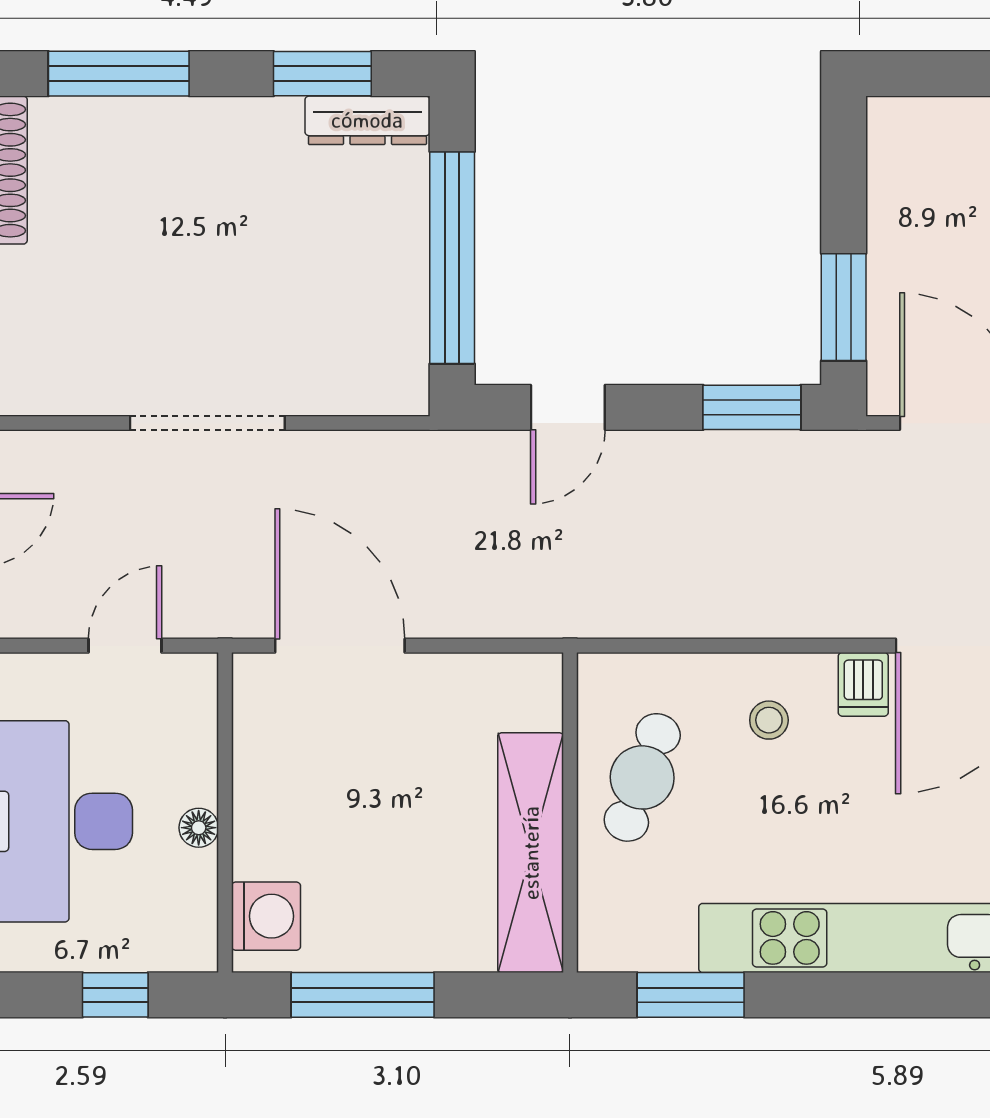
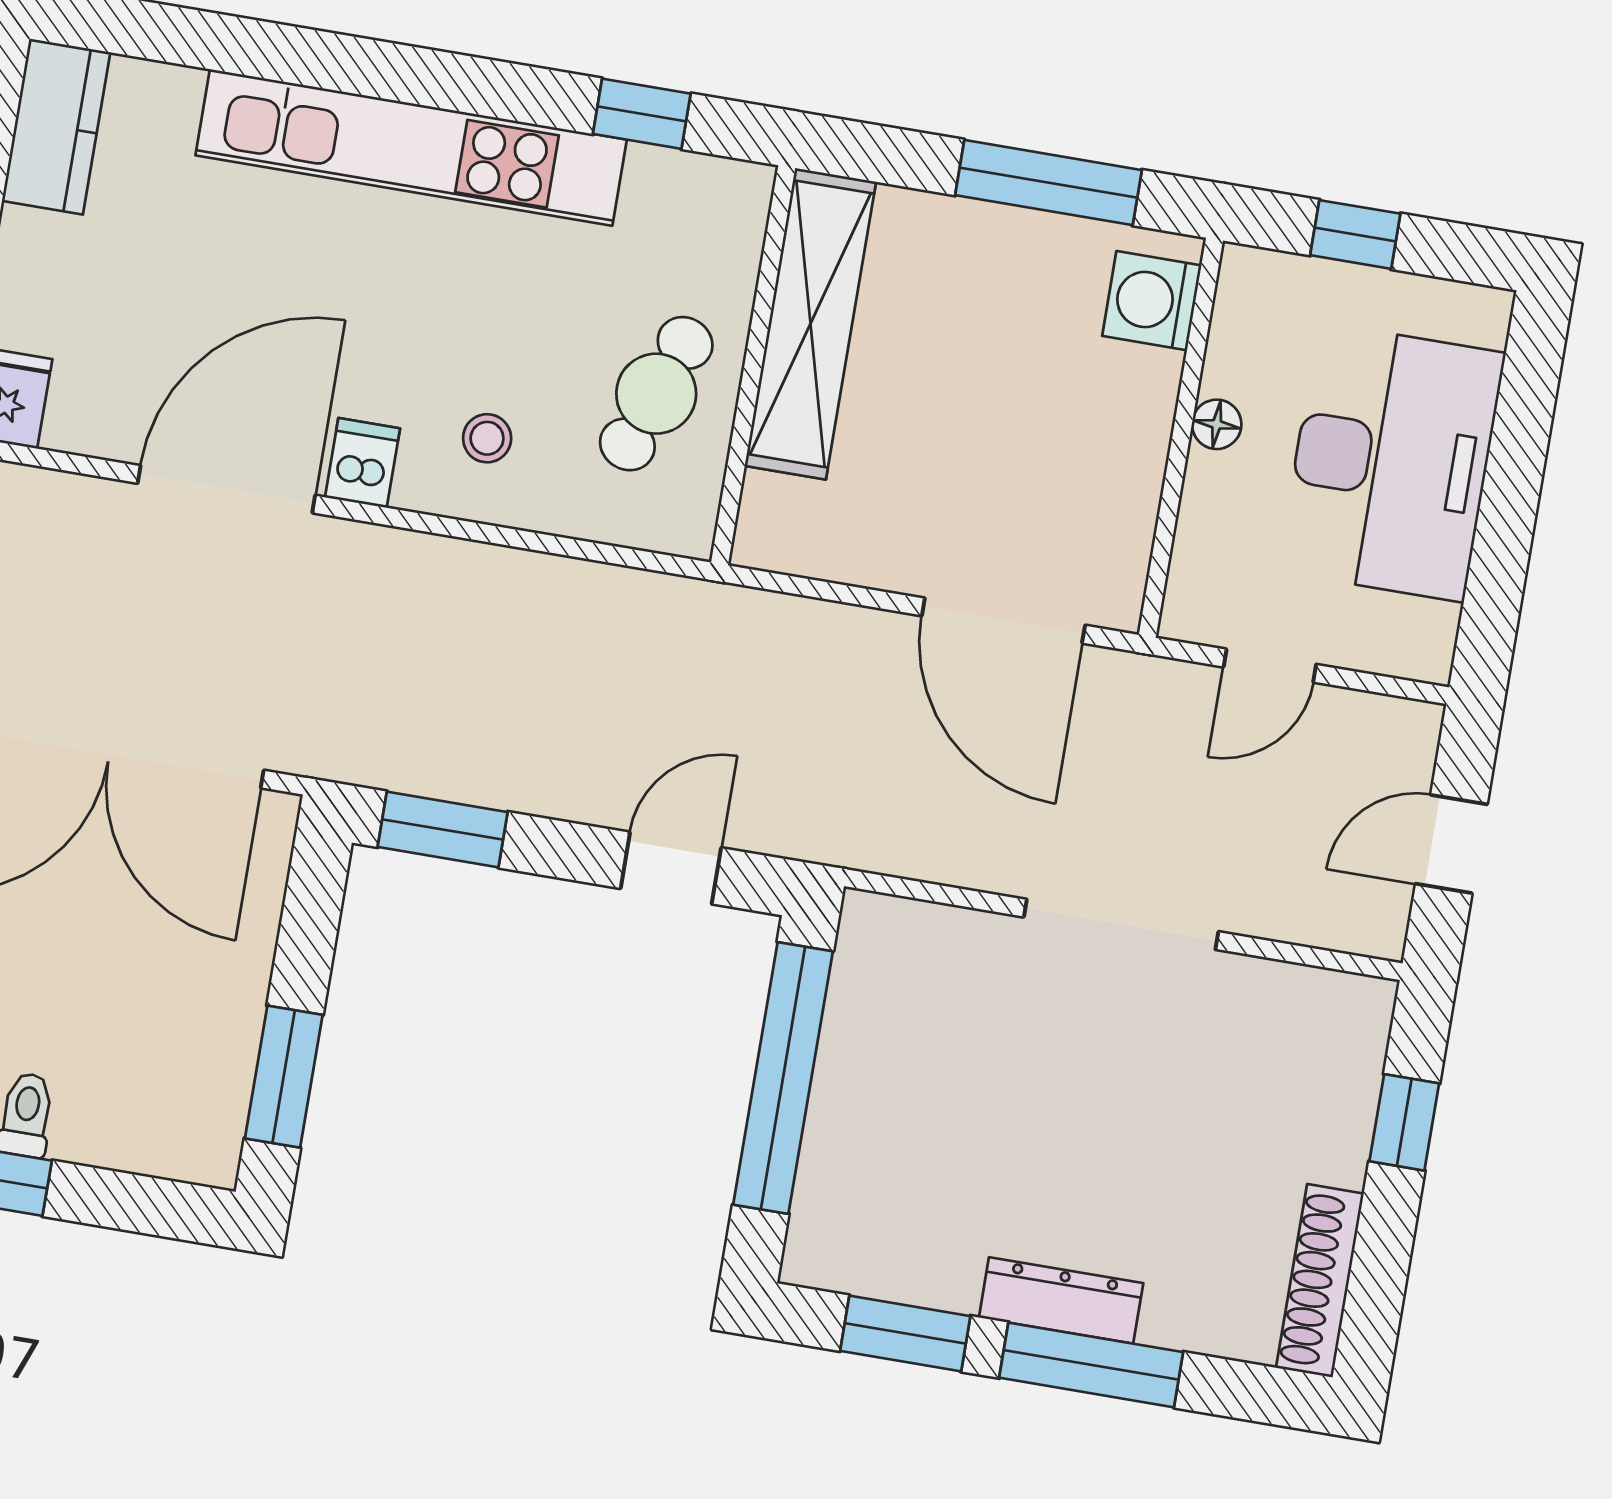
window: (119, 74) -> (1091, 1365), moved
dresser: (367, 120) -> (1061, 1300), moved
window: (844, 307) -> (284, 1077), moved
window: (691, 995) -> (642, 114), width x0.67

